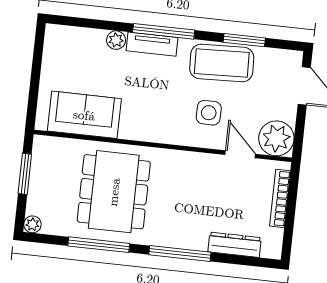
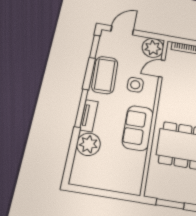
plant: (116, 40) -> (88, 144), width x1.87, depth x1.87
window: (244, 40) -> (95, 47), moved
sofa: (84, 115) -> (138, 128), moved

